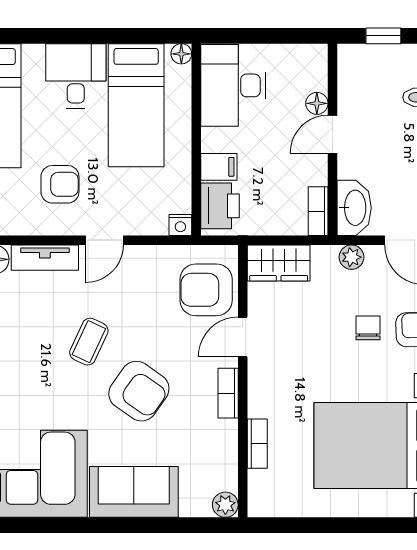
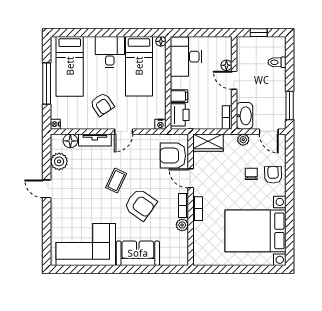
door: (333, 134) -> (234, 80), hinge flipped
armchair: (60, 184) -> (102, 104), turned 56
door: (243, 337) -> (191, 178), hinge flipped
bookcase: (257, 444) -> (198, 209), moved
plant: (225, 505) -> (182, 225), moved

